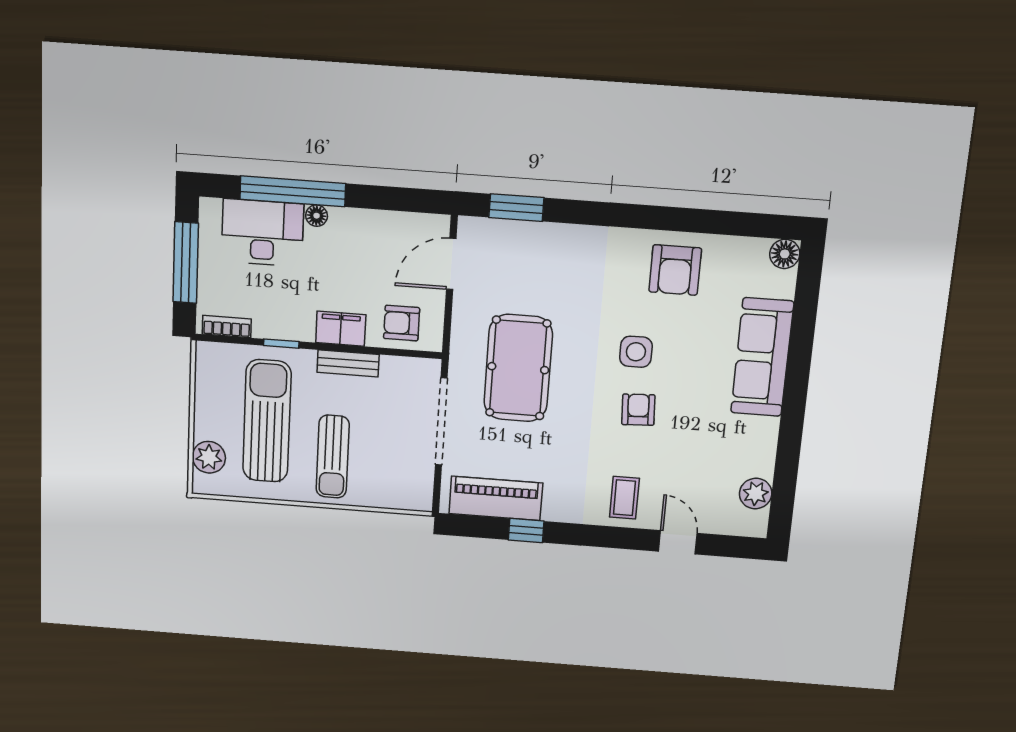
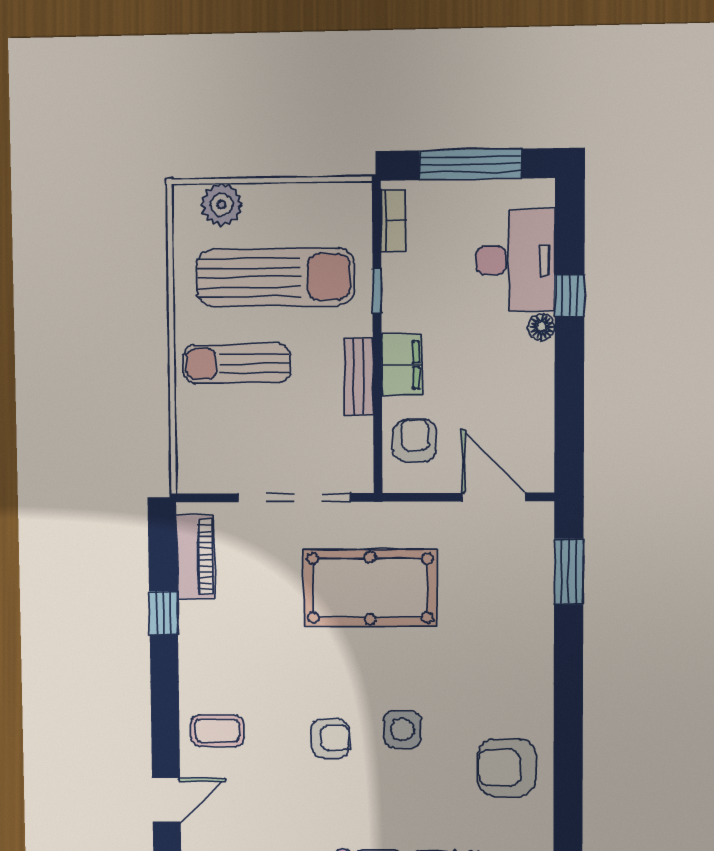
window: (293, 191) -> (570, 296), width x0.32
piano: (496, 498) -> (195, 557), width x0.73, depth x0.75

